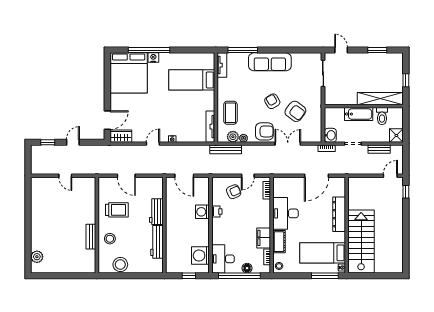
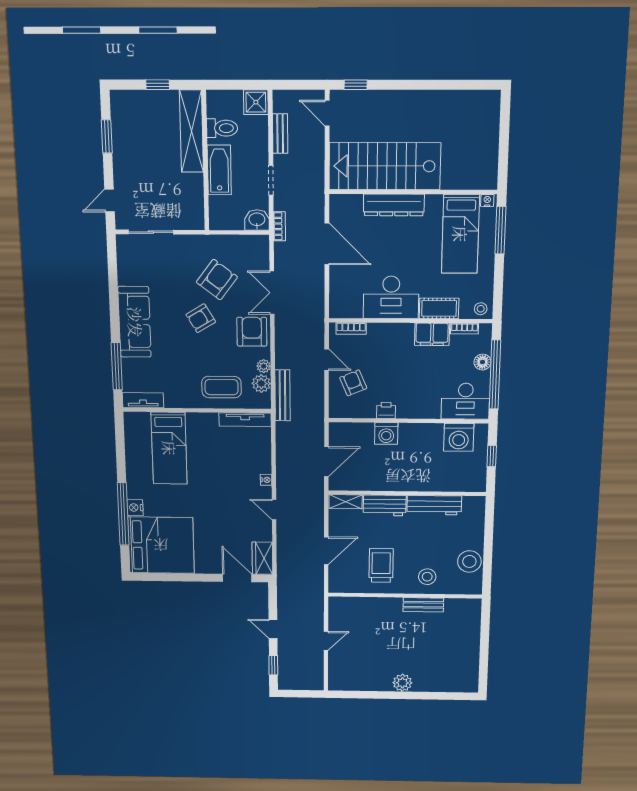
shelving: (159, 188) -> (346, 502), added
stairs: (361, 241) -> (385, 166), moved
plant: (37, 257) -> (402, 683), moved

